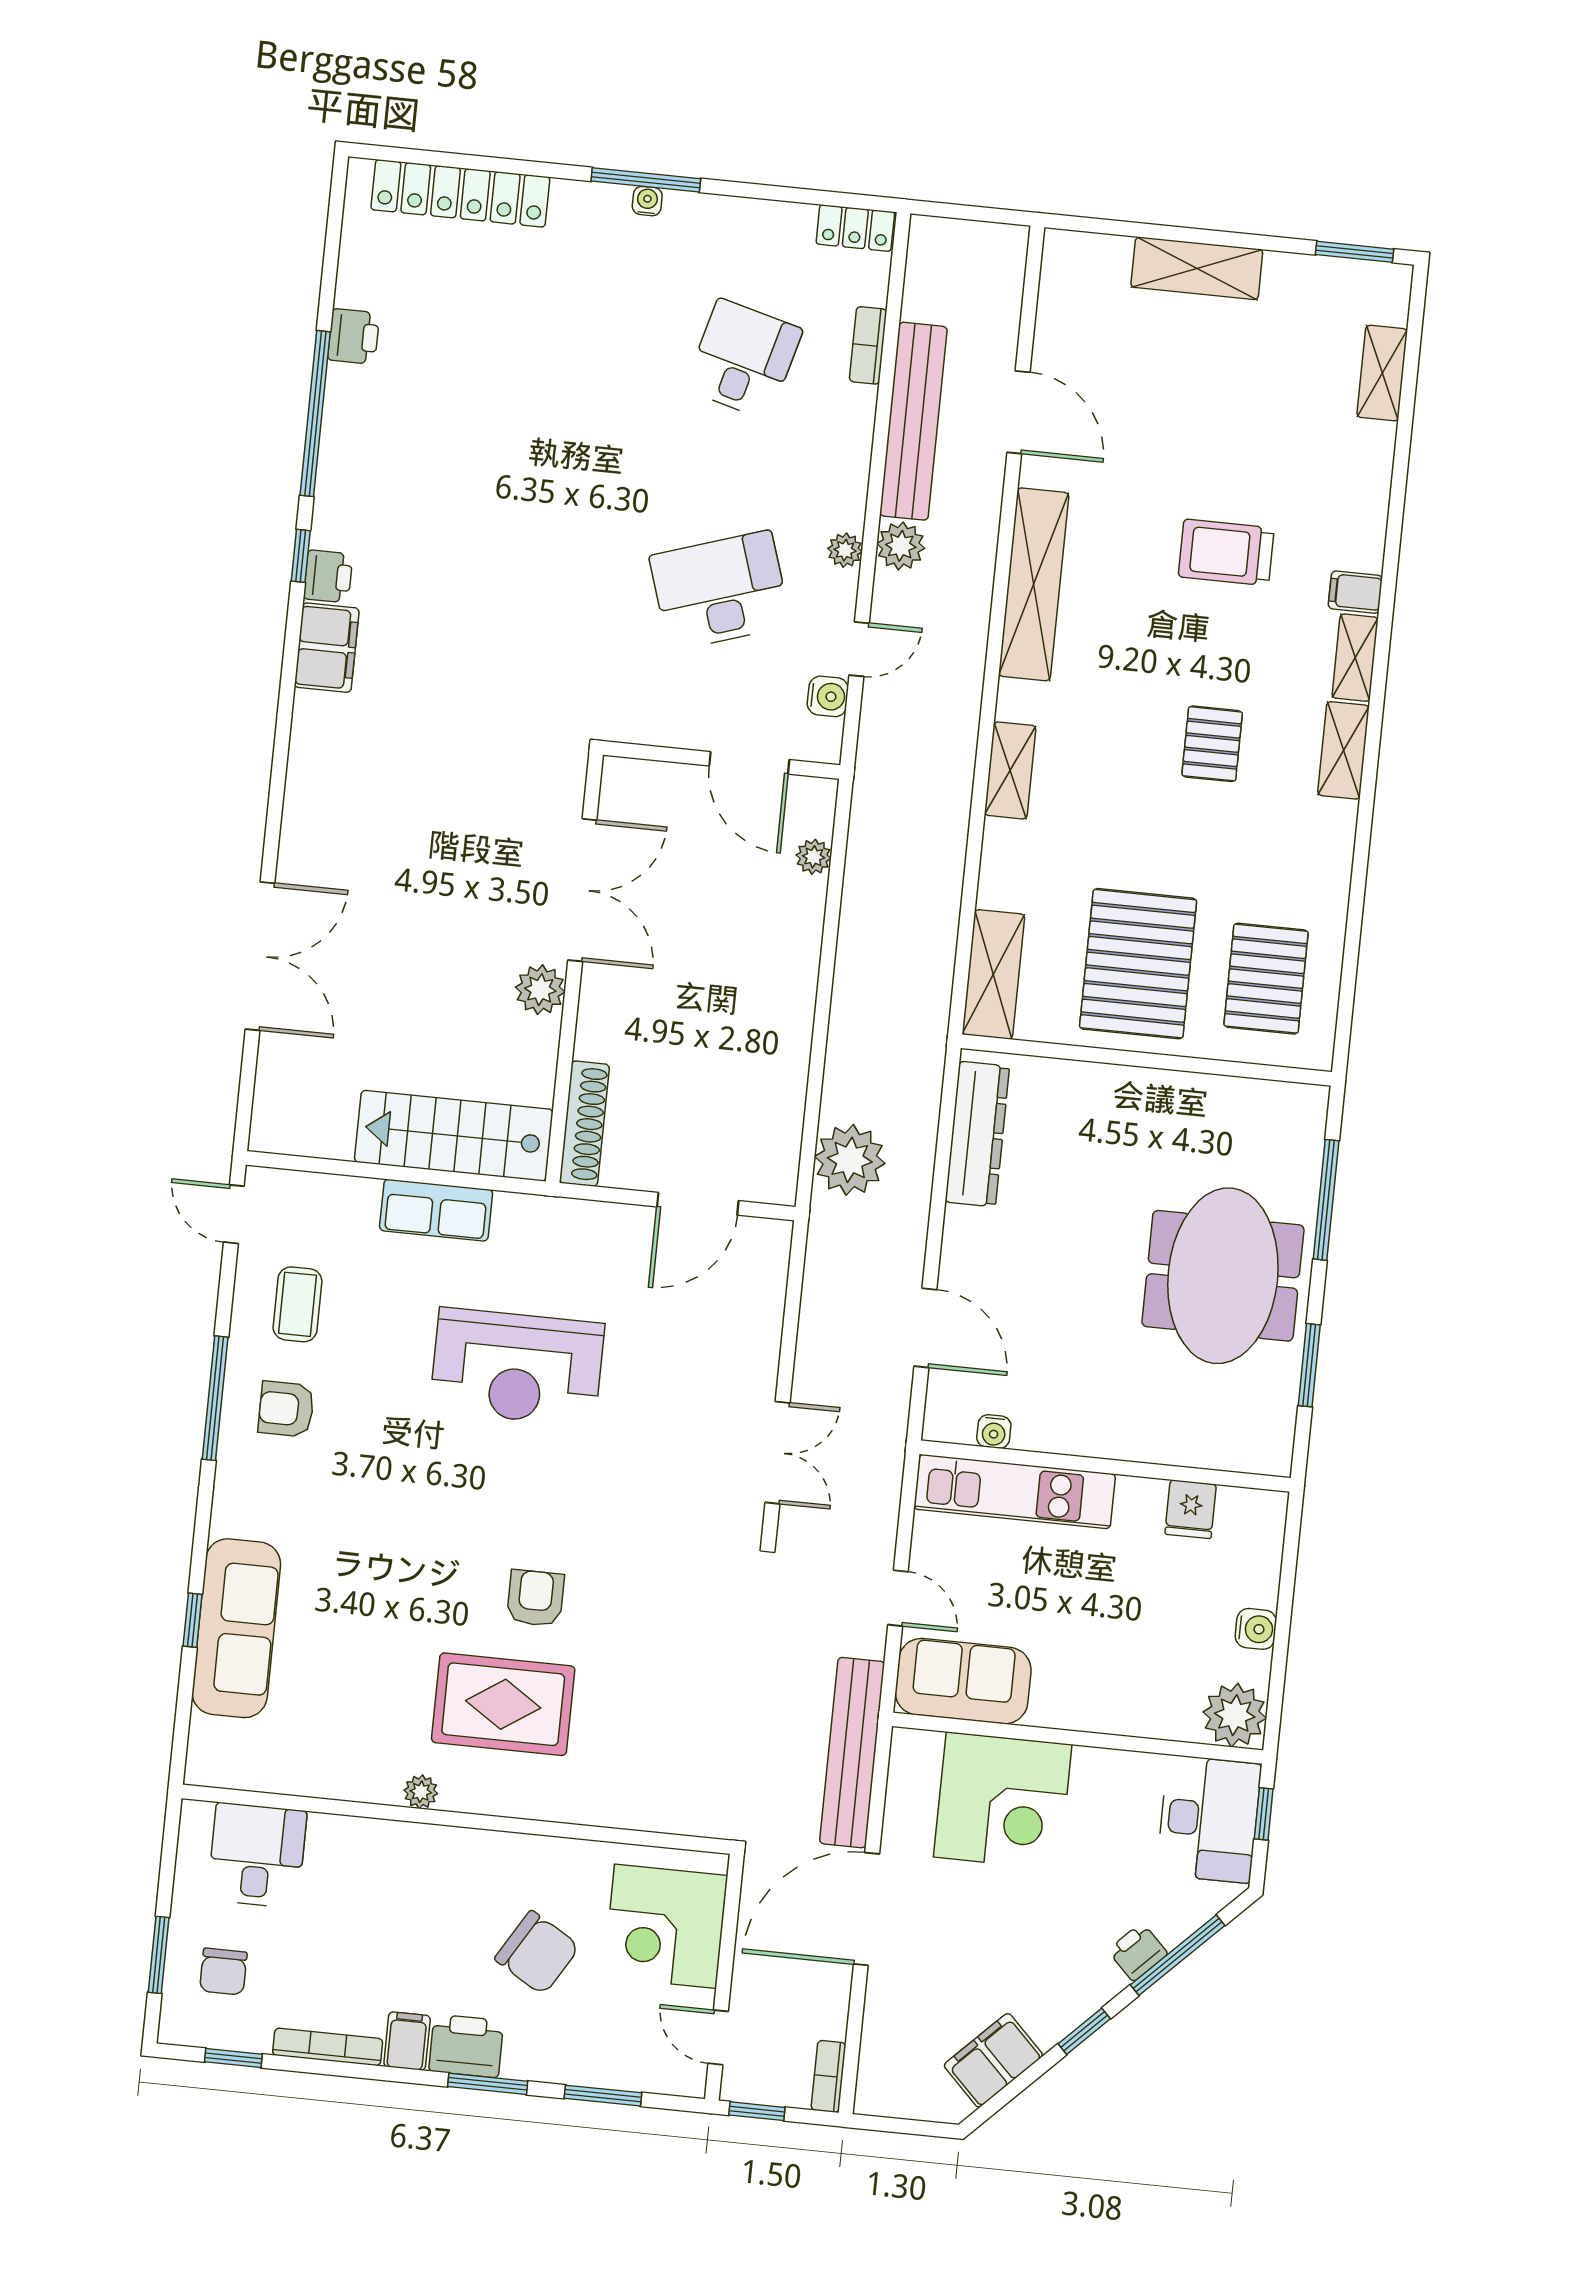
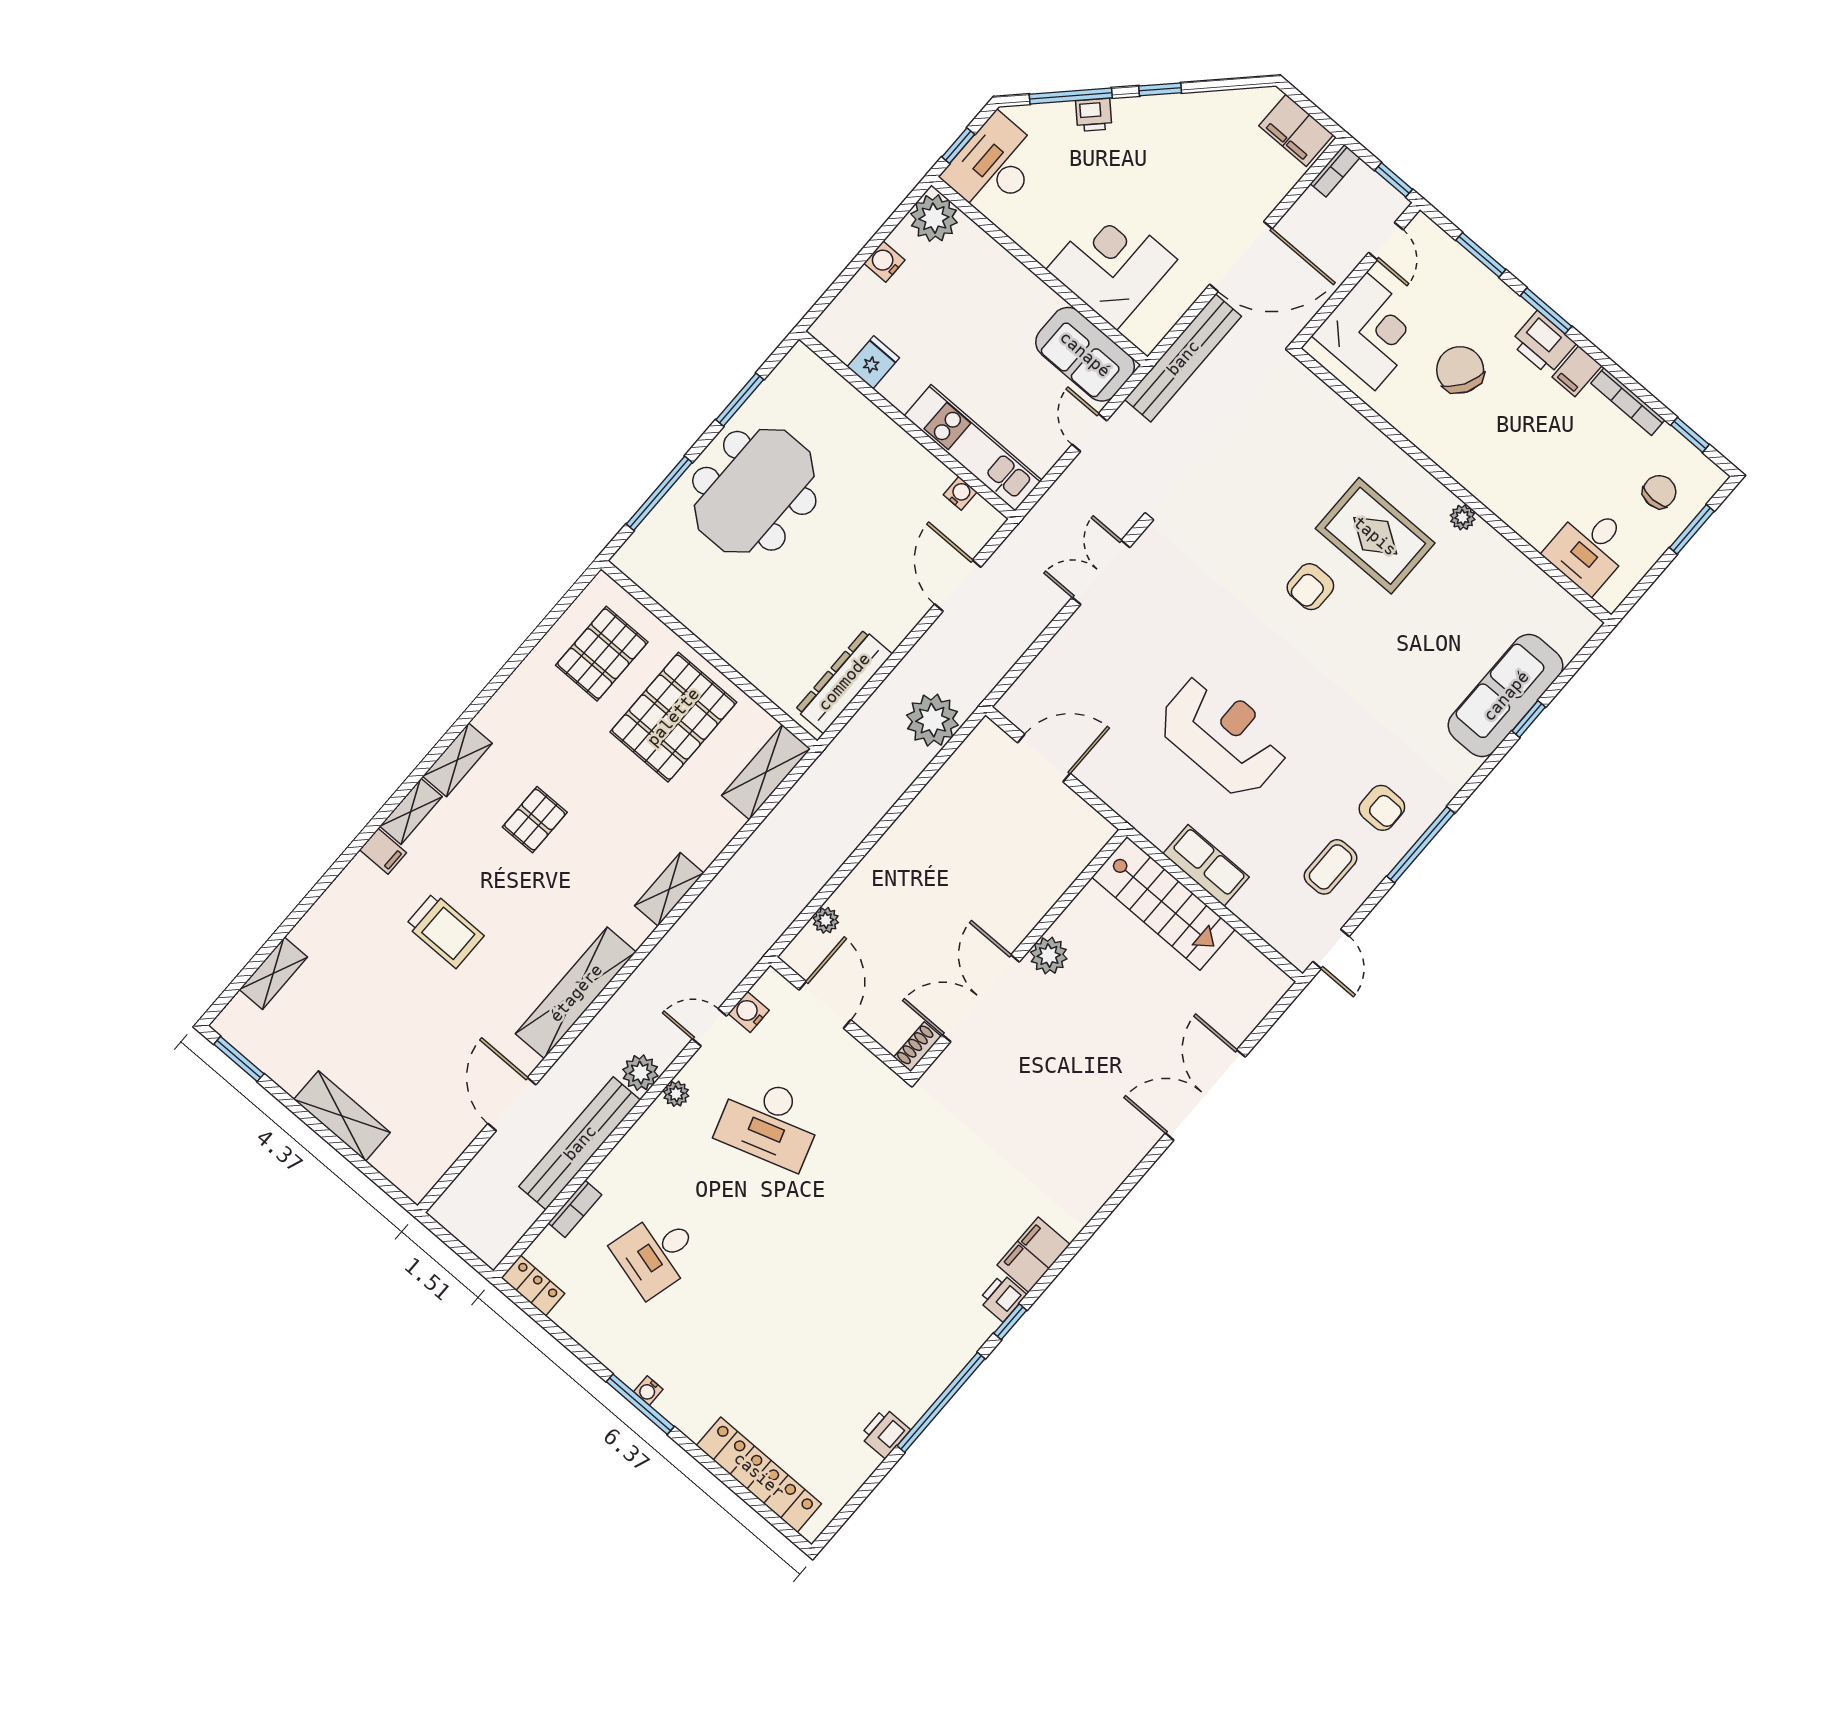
shoe rack: (584, 1124) -> (917, 1047), moved, width x0.51, depth x0.81
filing cabinet: (993, 2060) -> (1296, 130), moved, turned 45

